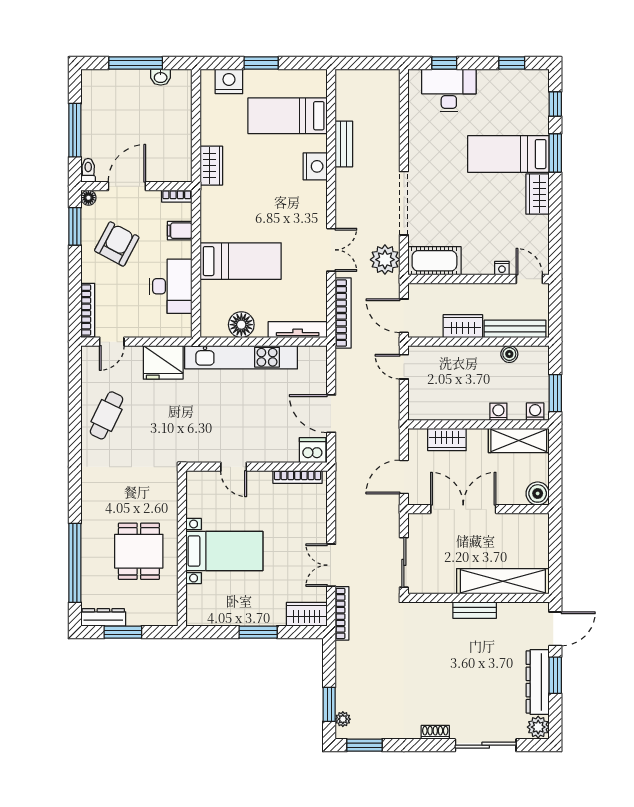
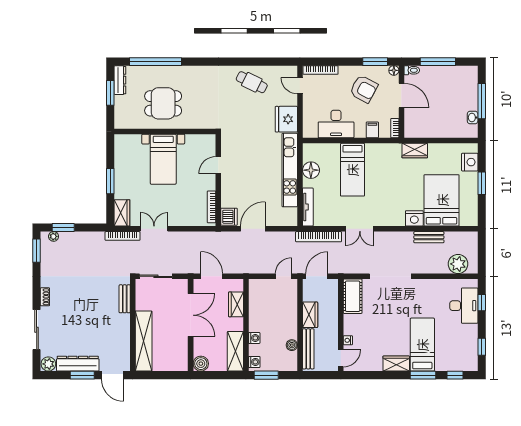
bed: (288, 116) -> (442, 200), width x1.50
plant: (385, 260) -> (458, 264), moved
bench: (475, 610) -> (125, 299), moved

